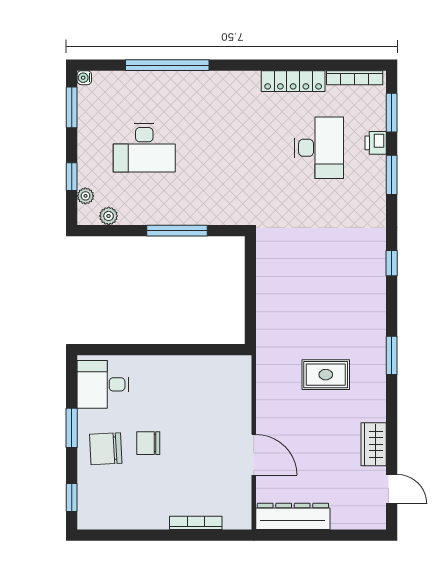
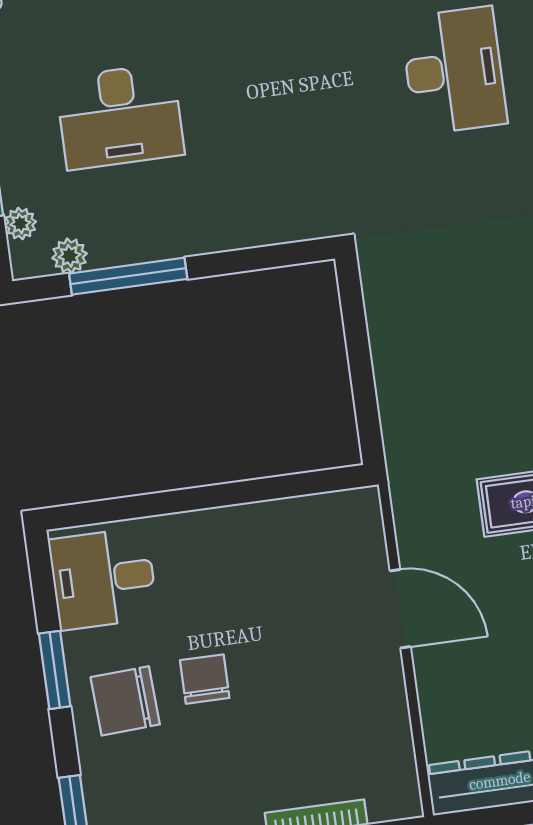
window: (177, 231) -> (128, 276), moved
chair: (148, 443) -> (205, 679), turned 90
door: (254, 455) -> (400, 609), moved

